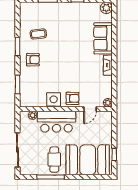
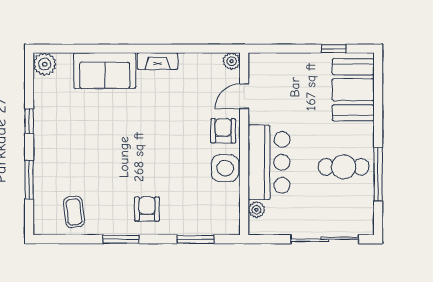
coffee table: (38, 34) -> (74, 212), moved
door: (90, 109) -> (244, 96), swing flipped
booth: (88, 160) -> (353, 90), width x0.73, depth x0.70

